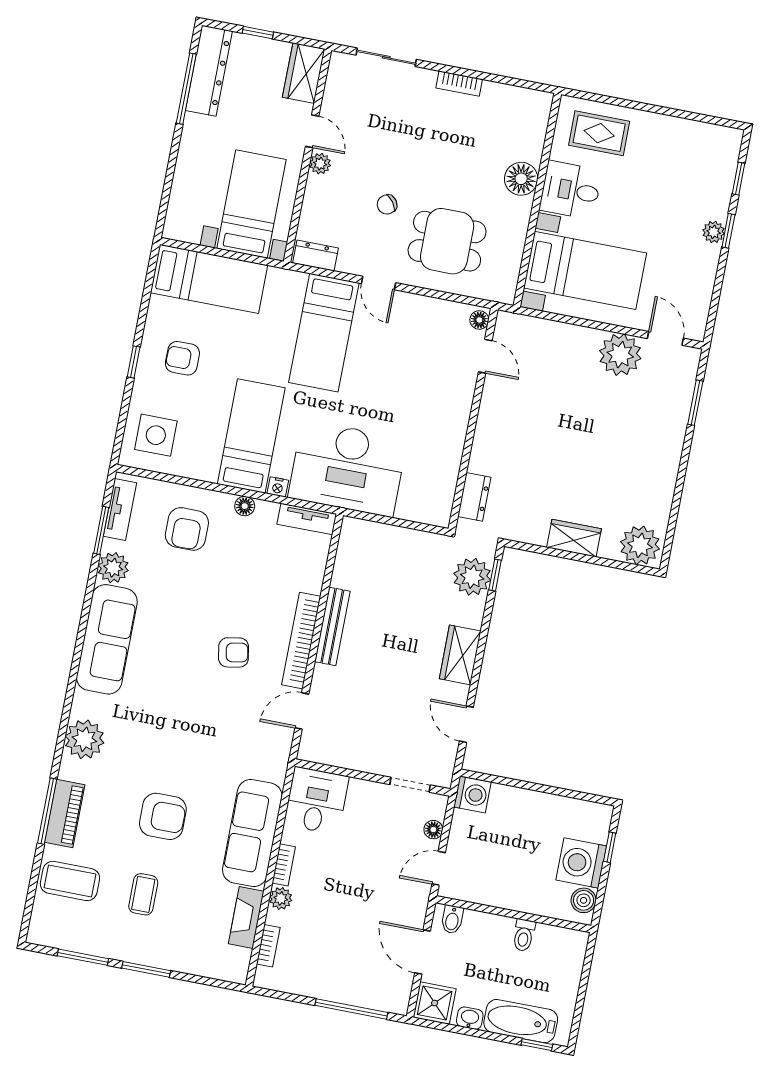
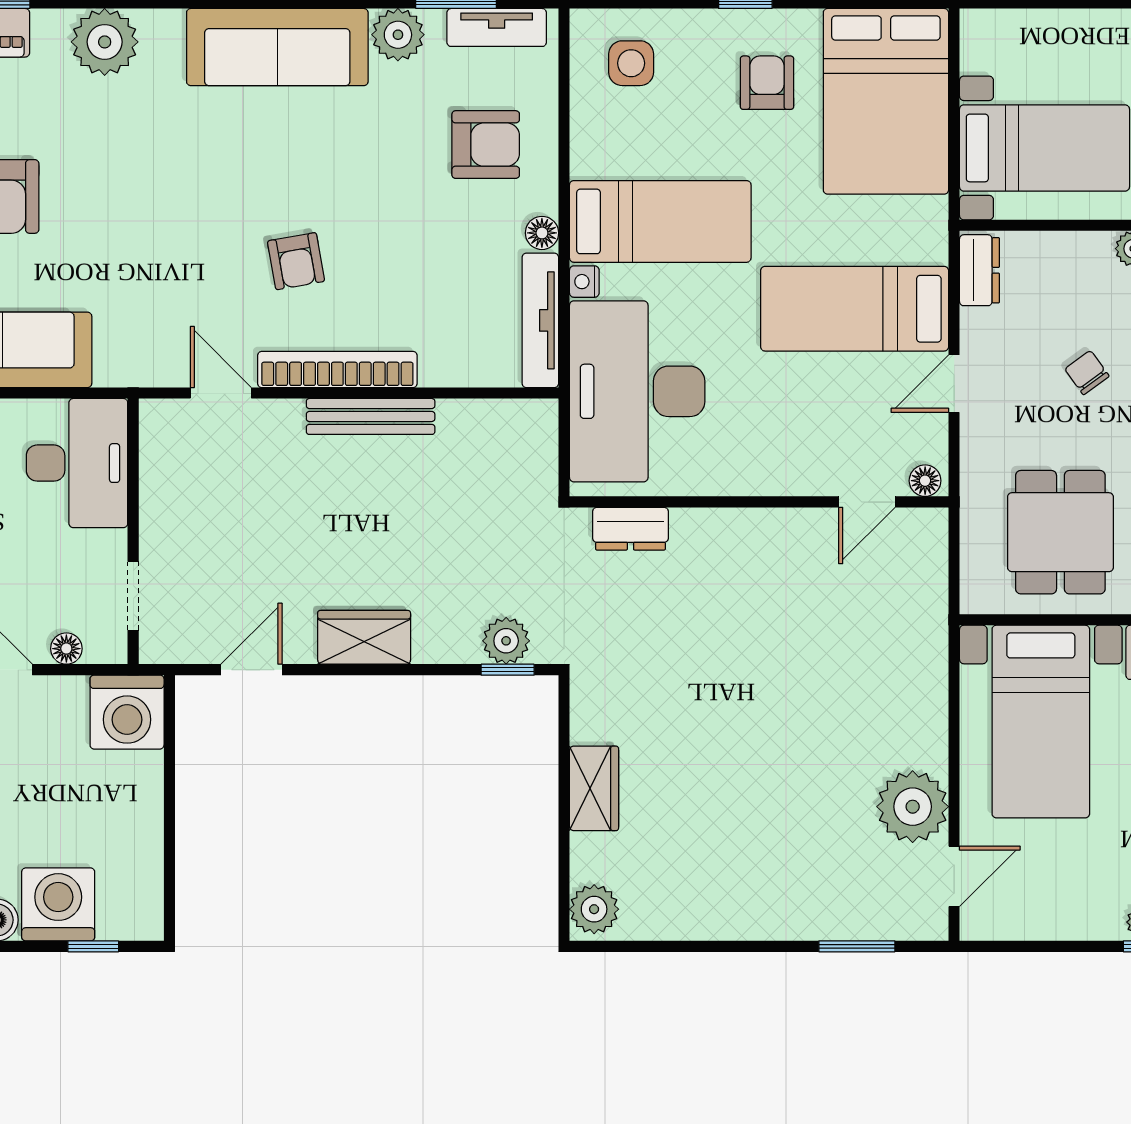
dining table: (447, 241) -> (1060, 532), moved
bed: (209, 279) -> (886, 101), width x1.50
floor lamp: (479, 320) -> (925, 481), moved
door: (485, 356) -> (867, 502), moved
wall: (473, 419) -> (759, 502), moved
side table: (156, 435) -> (631, 63), width x0.73, depth x0.73
dresser: (474, 497) -> (630, 529), moved
tv unit: (307, 519) -> (540, 320), width x1.41
armchair: (187, 529) -> (486, 145), turned 180
plant: (640, 545) -> (594, 909), width x0.73, depth x0.73
plant: (472, 577) -> (506, 641), width x0.73, depth x0.73
washing machine: (472, 794) -> (127, 712), width x1.37, depth x1.37
desk: (316, 801) -> (77, 463), width x1.37

